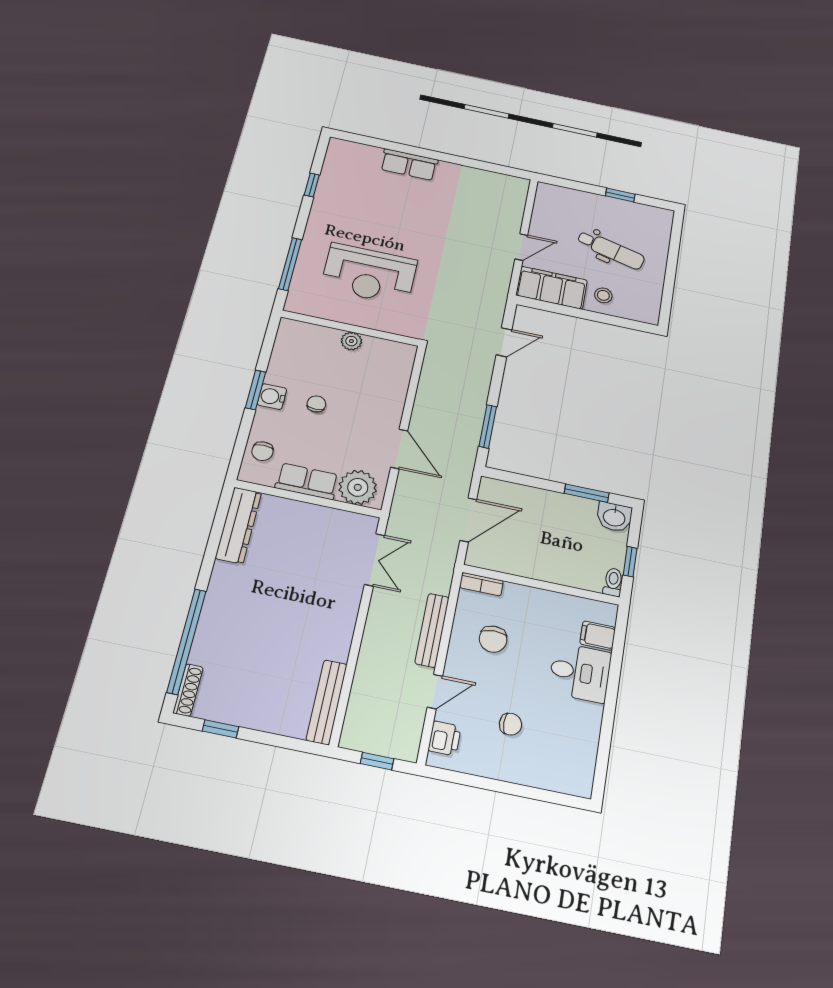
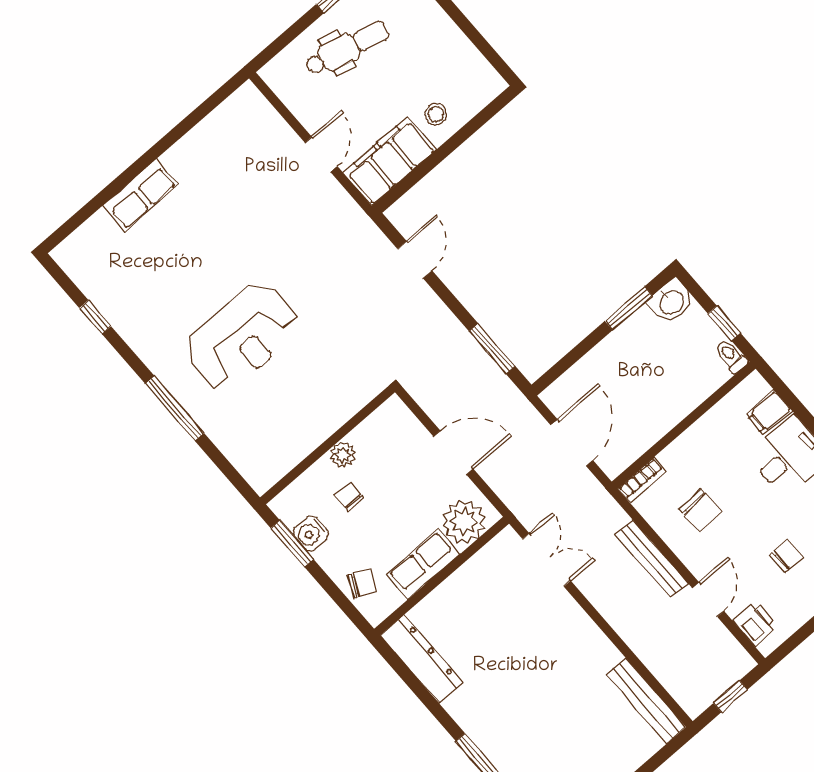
dental chair: (611, 250) -> (347, 48), moved
wall: (350, 328) -> (327, 445), moved
plant: (351, 341) -> (343, 455), moved
chair: (262, 451) -> (362, 583), turned -64

